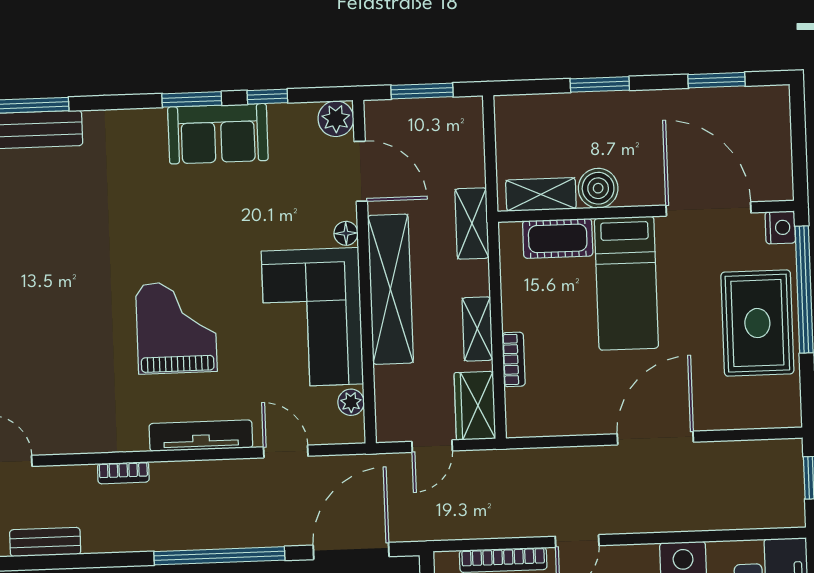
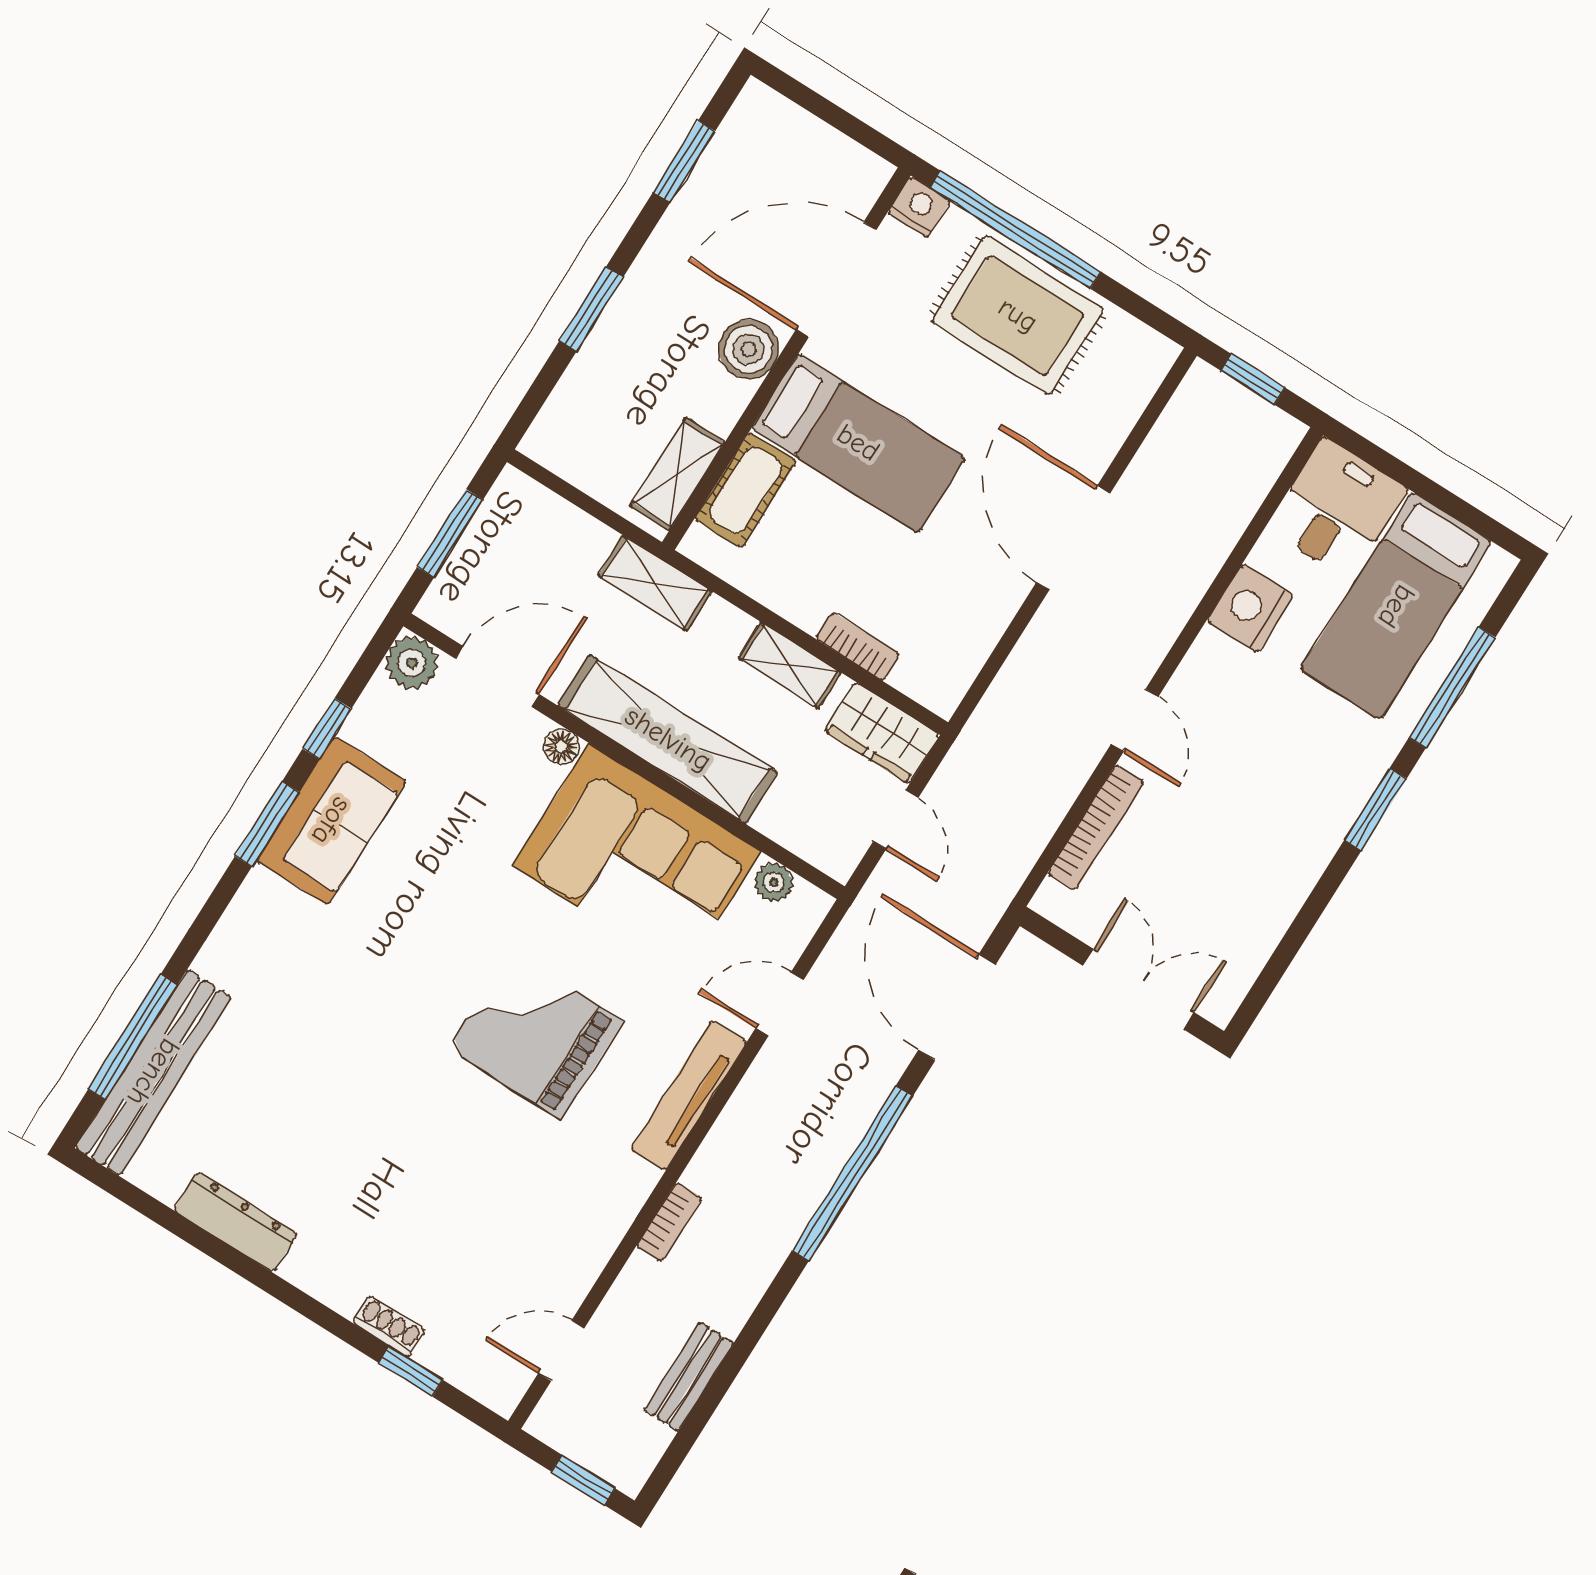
boiler: (598, 188) -> (749, 349), moved

